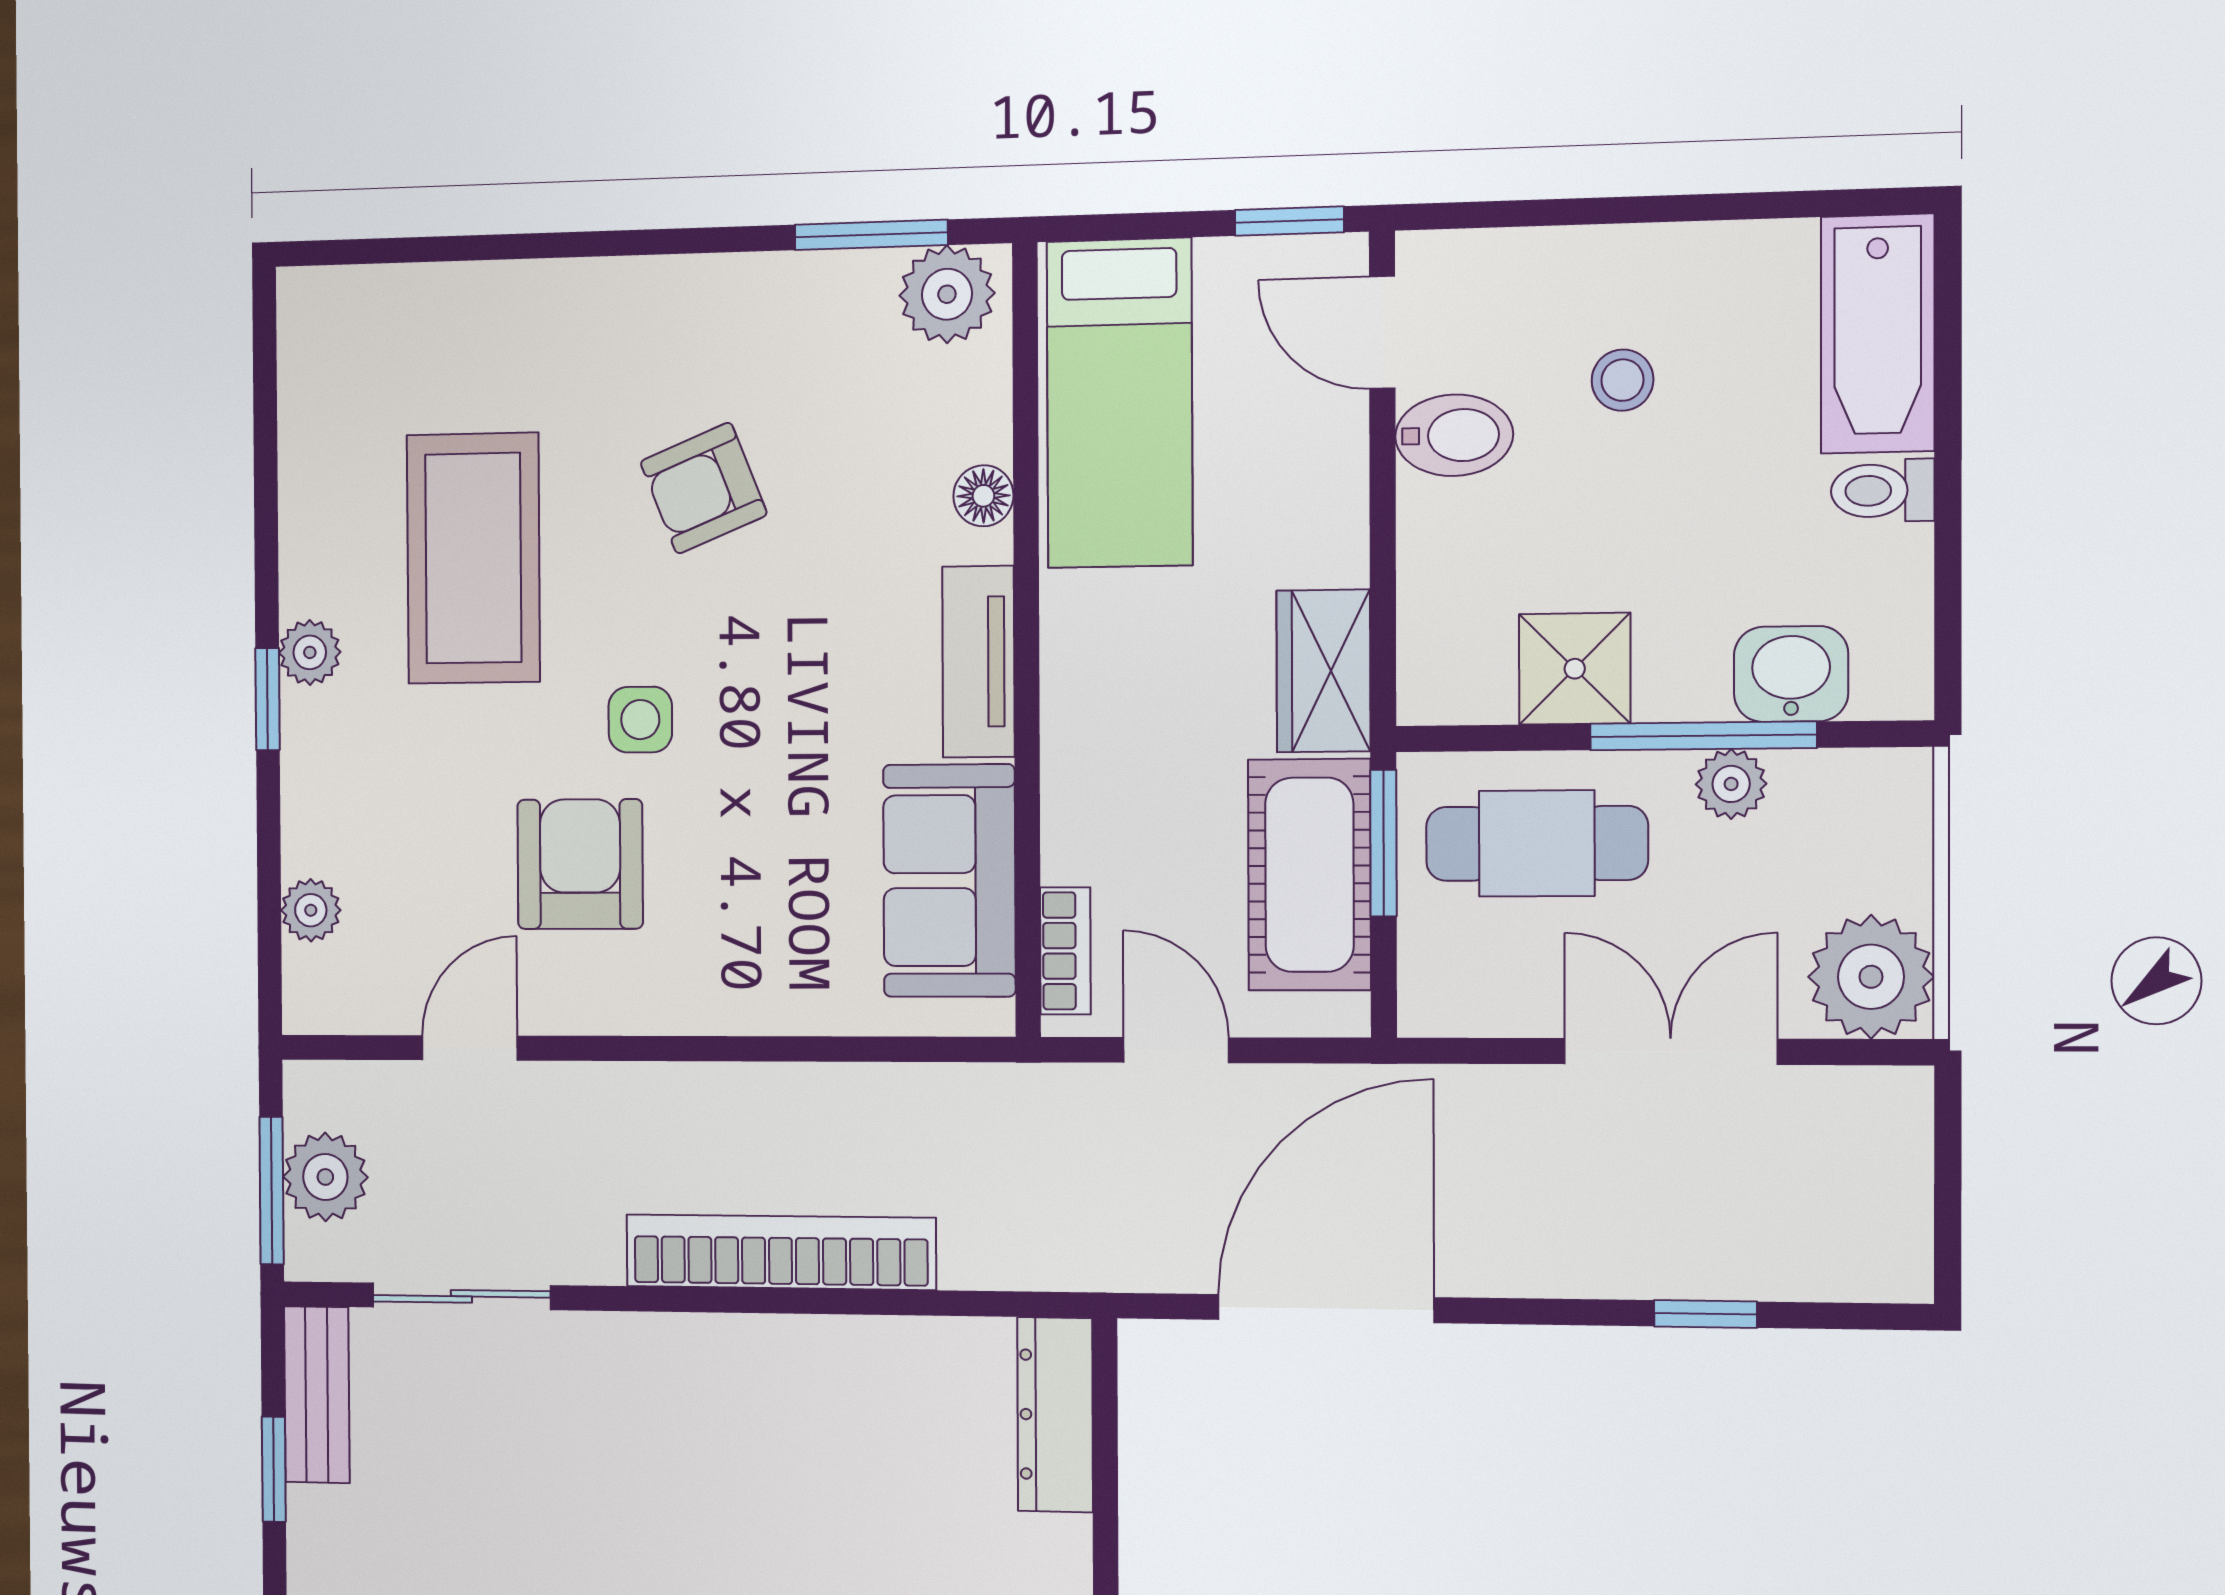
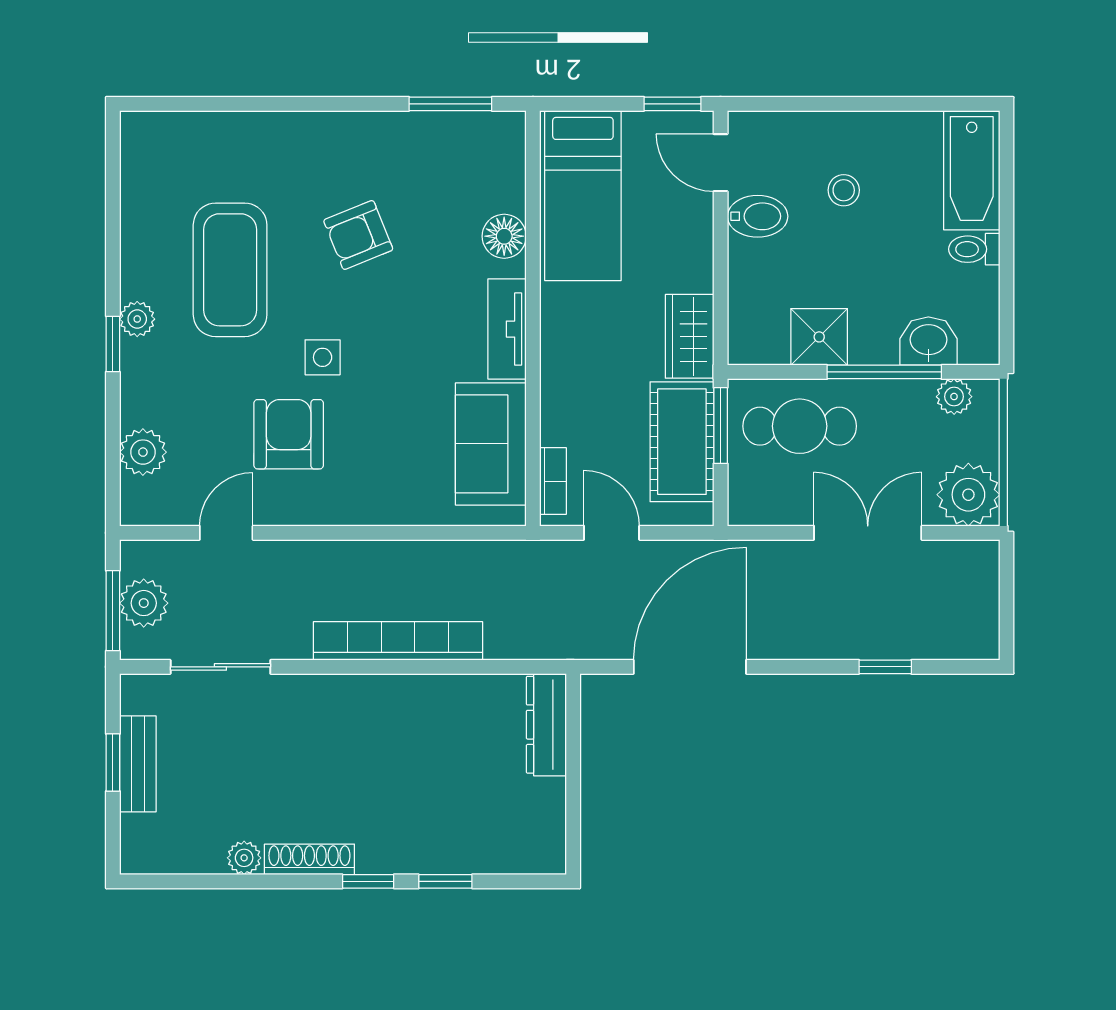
plant: (947, 294) -> (491, 136), removed
floor lamp: (983, 496) -> (504, 236), width x1.37, depth x1.37
plant: (1731, 784) -> (954, 397), moved
plant: (311, 910) -> (143, 452), width x1.38, depth x1.38
bench: (317, 1395) -> (138, 764), moved

